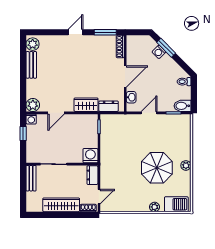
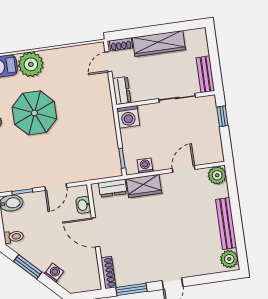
window: (166, 48) -> (28, 267), moved
bench: (31, 65) -> (226, 223), width x1.36
door: (125, 77) -> (96, 232), hinge flipped
washing machine: (31, 119) -> (145, 166), moved
window: (23, 133) -> (222, 116), moved
plant: (155, 207) -> (31, 64), width x1.87, depth x1.87

